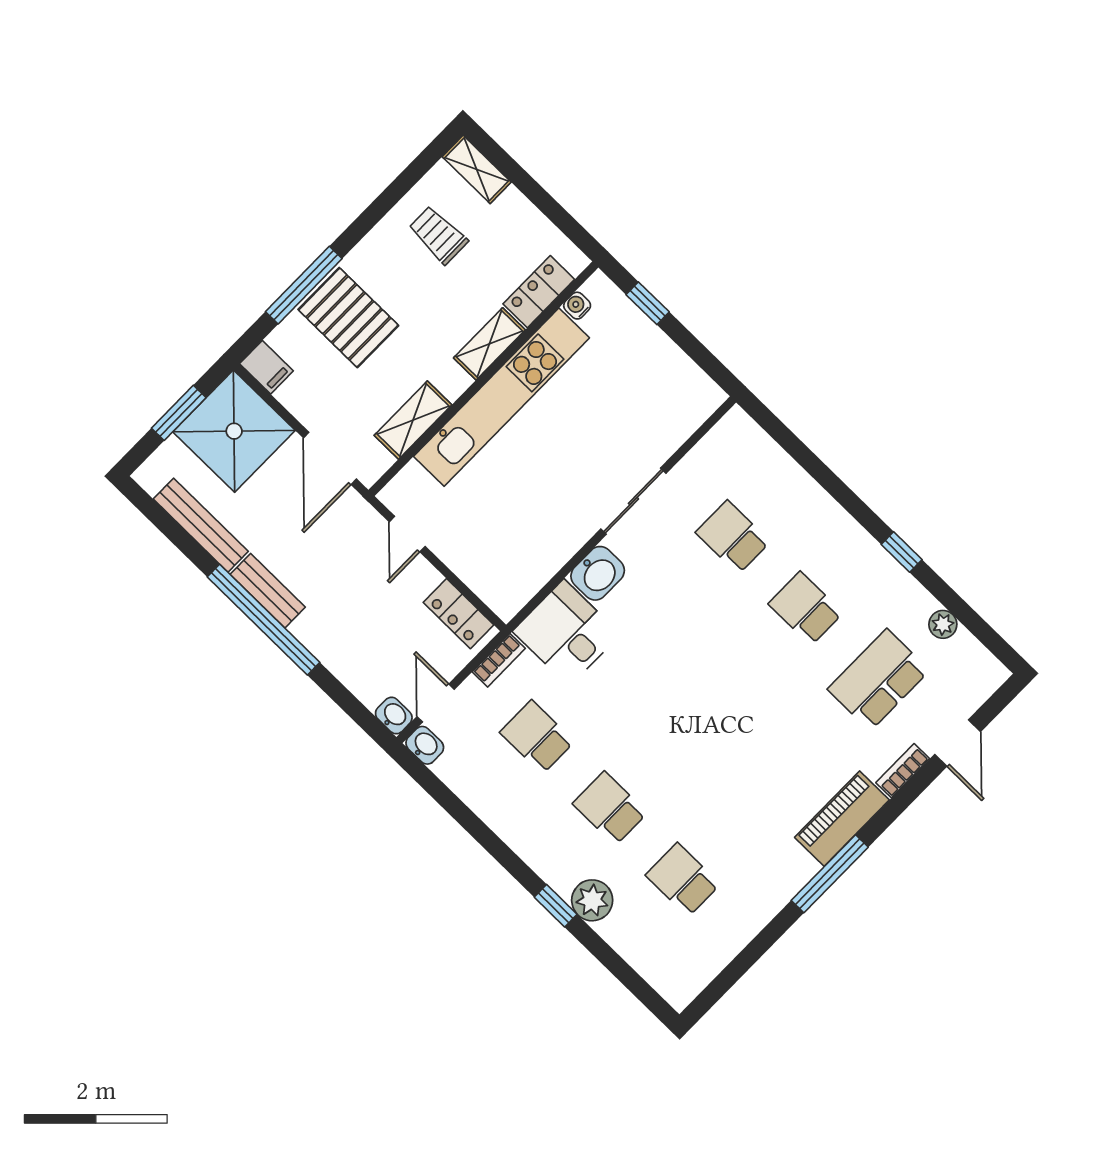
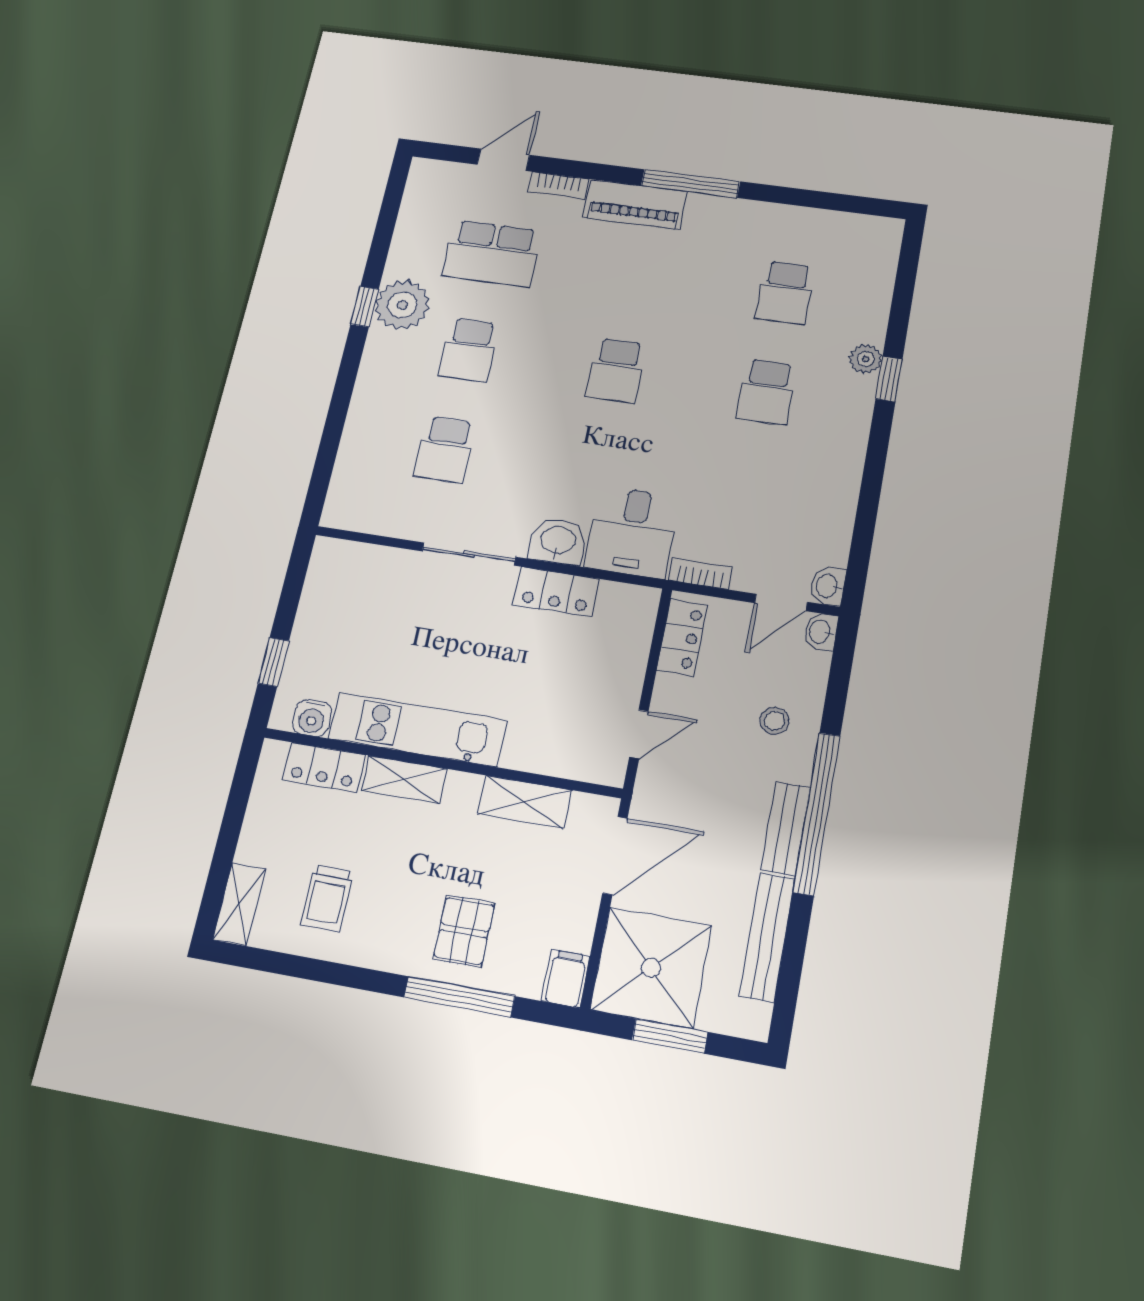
water cooler: (577, 306) -> (312, 718), width x1.38, depth x1.38
pallet: (348, 318) -> (464, 931), width x0.67, depth x0.71
kitchen unit: (502, 397) -> (418, 729), width x0.73
locker: (558, 546) -> (556, 592), added
plant: (943, 624) -> (402, 305), moved, width x1.88, depth x1.88
stool: (351, 637) -> (775, 721), added
school desk: (537, 737) -> (616, 371), moved
plant: (592, 900) -> (866, 359), width x0.73, depth x0.73

